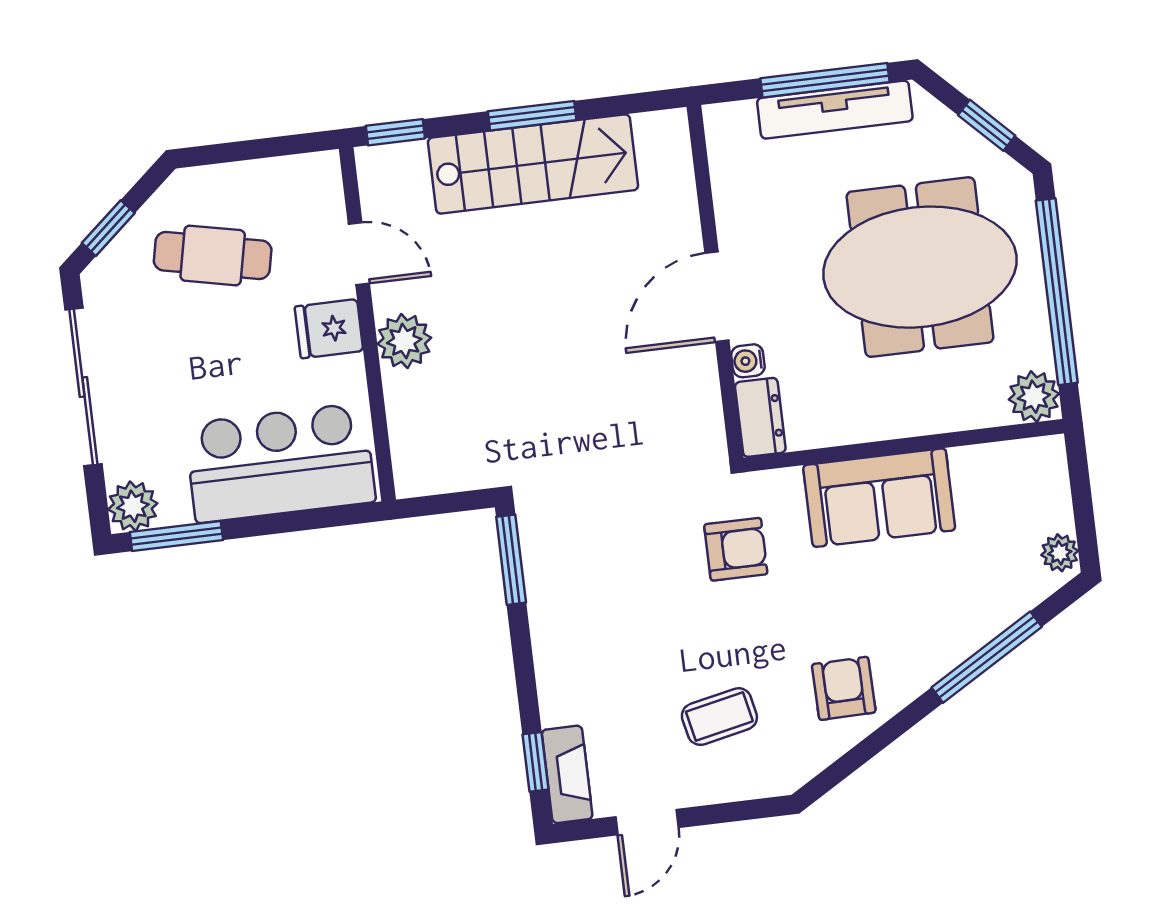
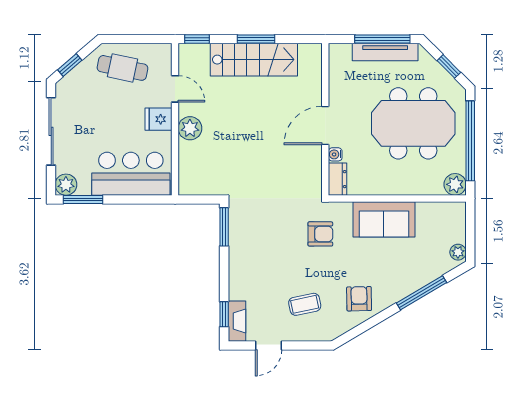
cafe table: (213, 255) -> (122, 68), moved

